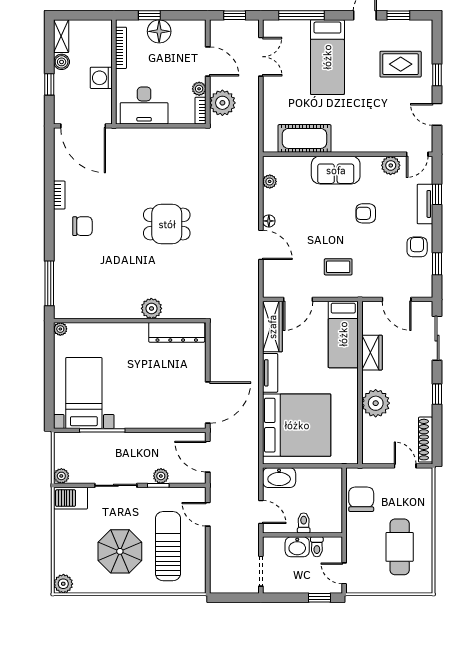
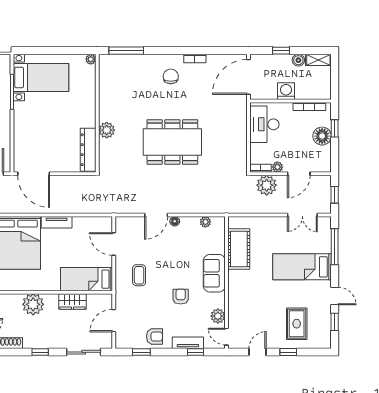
dining table: (167, 224) -> (172, 142), width x1.88, depth x1.24
chair: (82, 226) -> (171, 76), turned 180
wardrobe: (272, 327) -> (93, 224), removed

